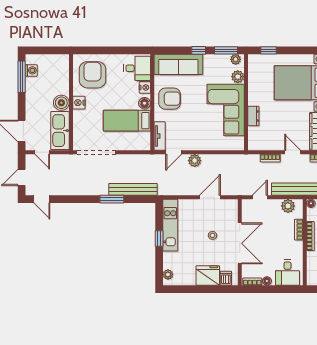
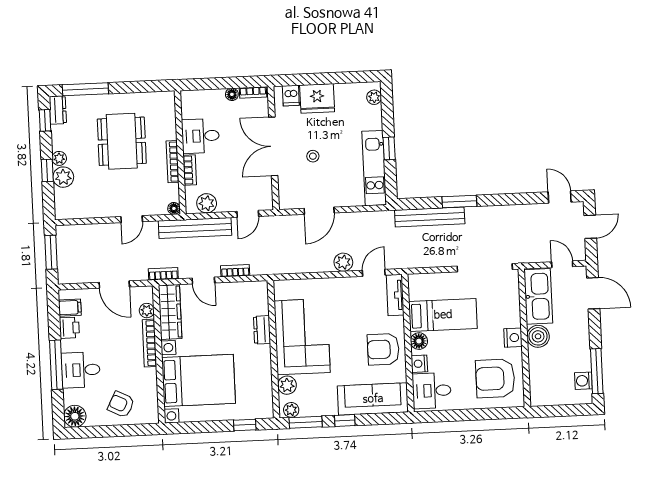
armchair: (92, 75) -> (495, 378), turned 90
desk: (287, 273) -> (200, 136), moved, turned -90

